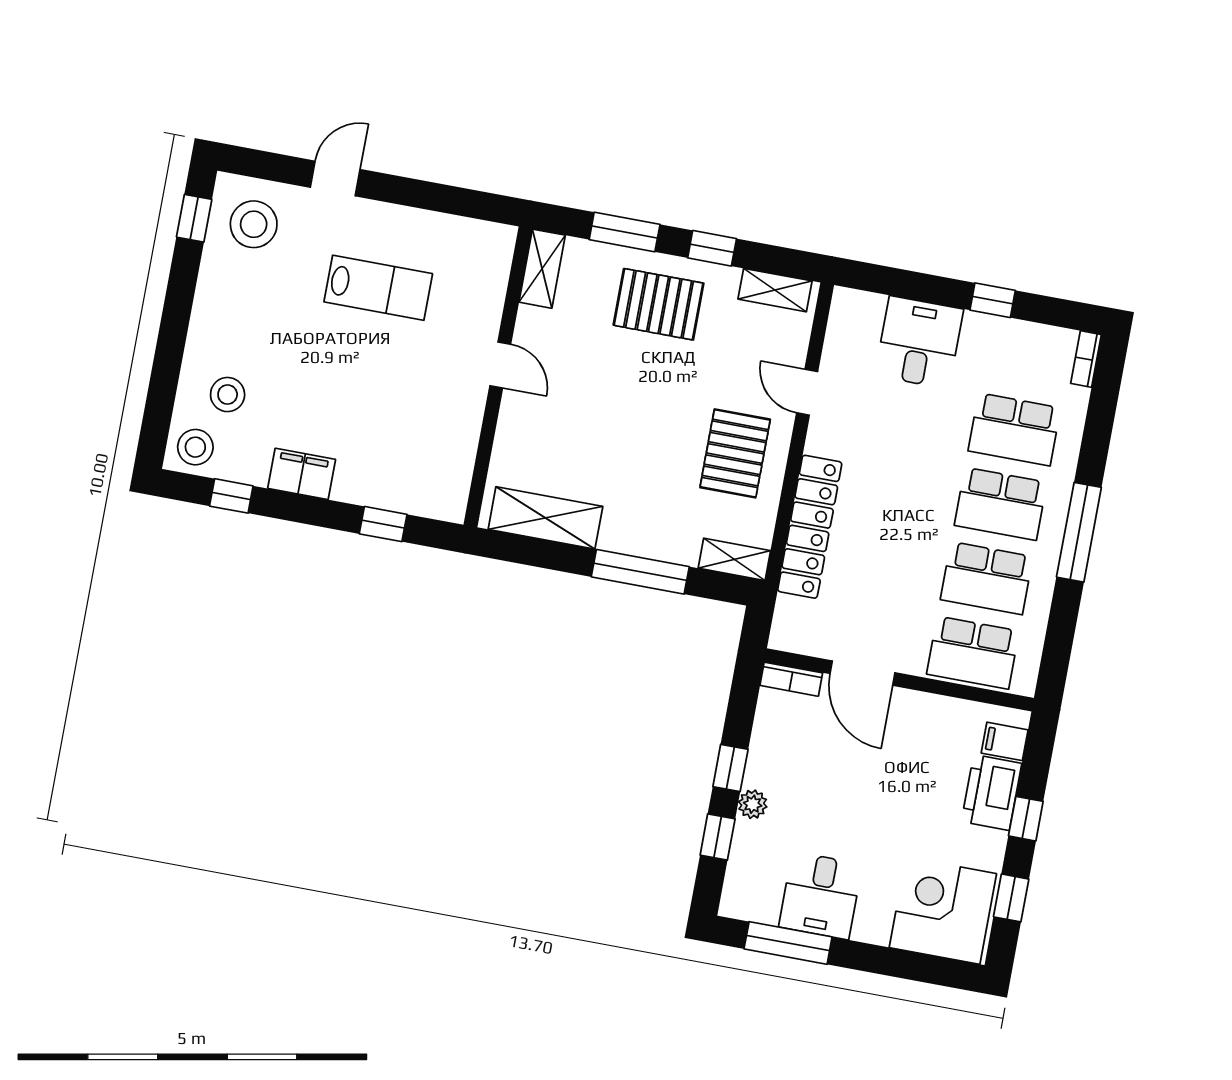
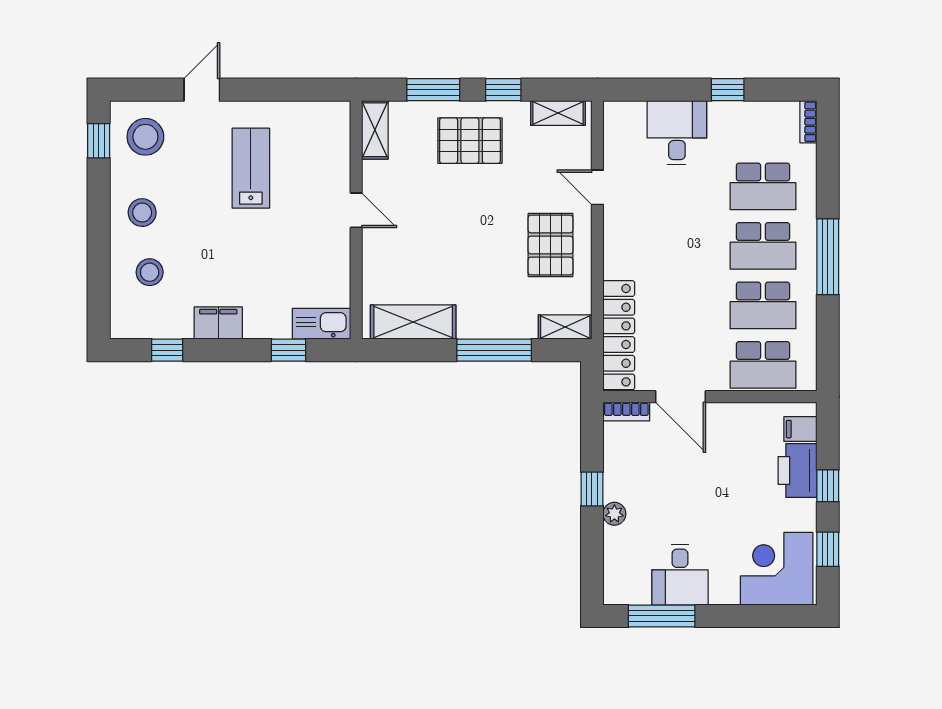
lab bench: (378, 288) -> (251, 168), turned -90
stool: (195, 447) -> (142, 213), moved
kitchen sink: (431, 499) -> (322, 324), added
locker: (810, 527) -> (619, 335), moved
window: (718, 837) -> (592, 544), removed

